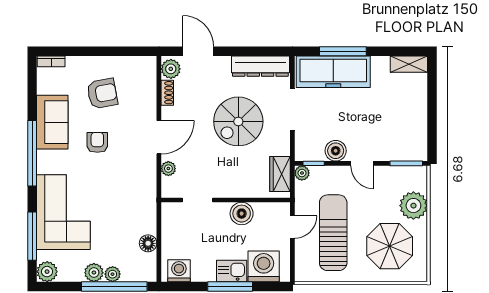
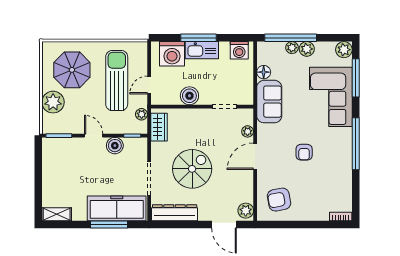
armchair: (102, 93) -> (279, 200), moved
shoe rack: (167, 93) -> (248, 192), removed
sofa: (52, 122) -> (269, 102), moved, turned 180
plant: (302, 173) -> (142, 114), moved
sun lounger: (333, 233) -> (117, 81), turned 180
kitchen sink: (232, 271) -> (202, 50), width x1.38

